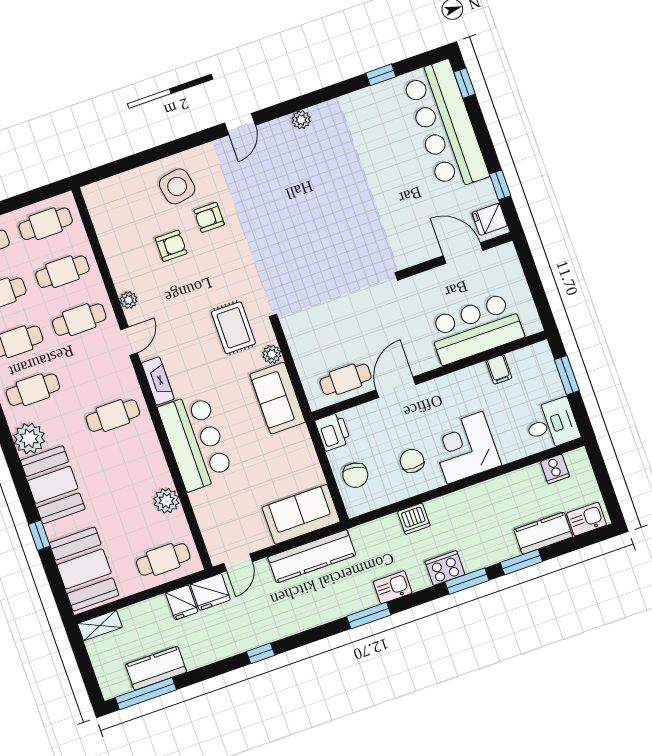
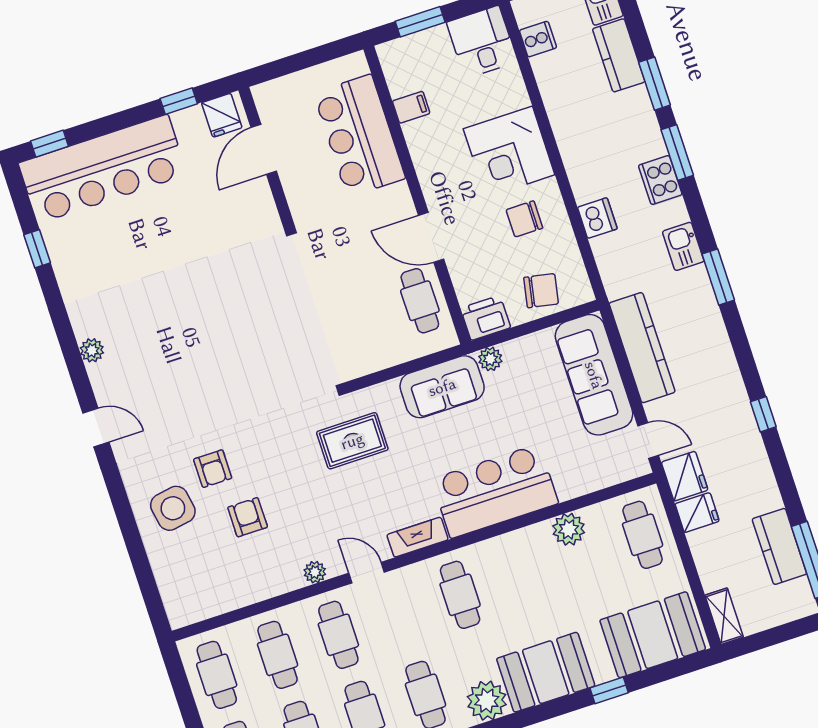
plant: (272, 354) -> (490, 359), moved
sofa: (301, 514) -> (594, 375), width x1.36

